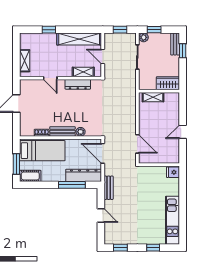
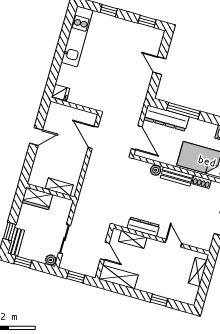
window: (154, 30) -> (23, 262), moved
shelving: (79, 39) -> (118, 277), width x0.68
bench: (109, 188) -> (141, 95), removed

